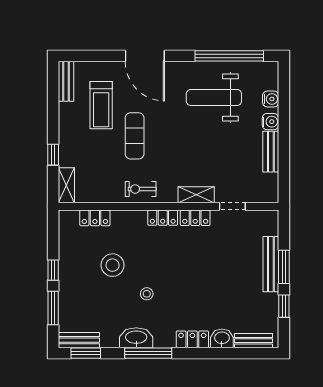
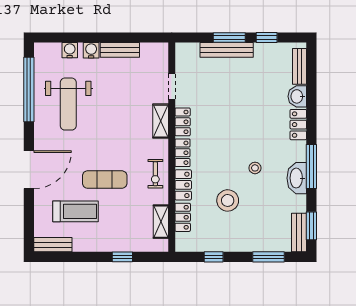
shelving: (66, 185) -> (161, 222), moved, turned 90
locker: (129, 218) -> (183, 185), added
window: (53, 270) -> (214, 257), moved

